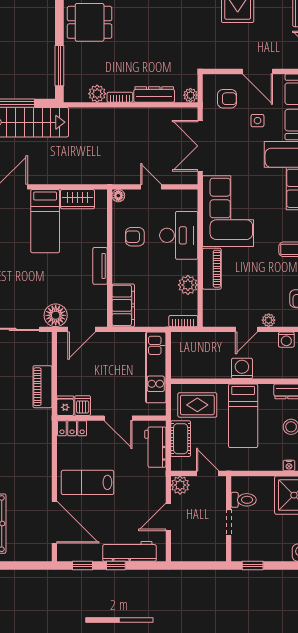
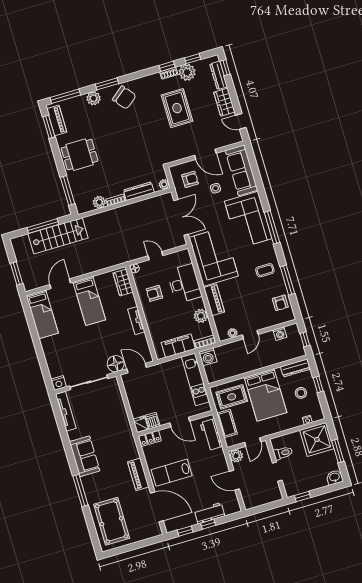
double door: (200, 146) -> (181, 217), swing flipped
wardrobe: (78, 199) -> (123, 283), moved, turned 90
filing cabinet: (123, 305) -> (178, 346), moved, turned -90
plant: (269, 320) -> (233, 333), moved
door: (82, 329) -> (137, 368), swing flipped
washing machine: (242, 368) -> (208, 357), moved, turned 180
piano: (42, 387) -> (138, 474), moved
bed: (243, 416) -> (266, 395), width x1.50
door: (208, 473) -> (253, 442), swing flipped
door: (168, 517) -> (234, 480), hinge flipped
workbench: (129, 551) -> (210, 513), width x0.73

